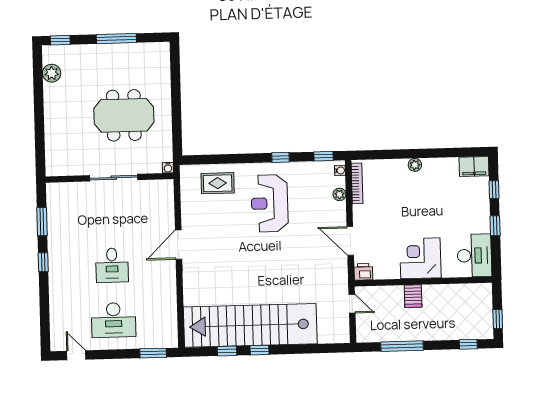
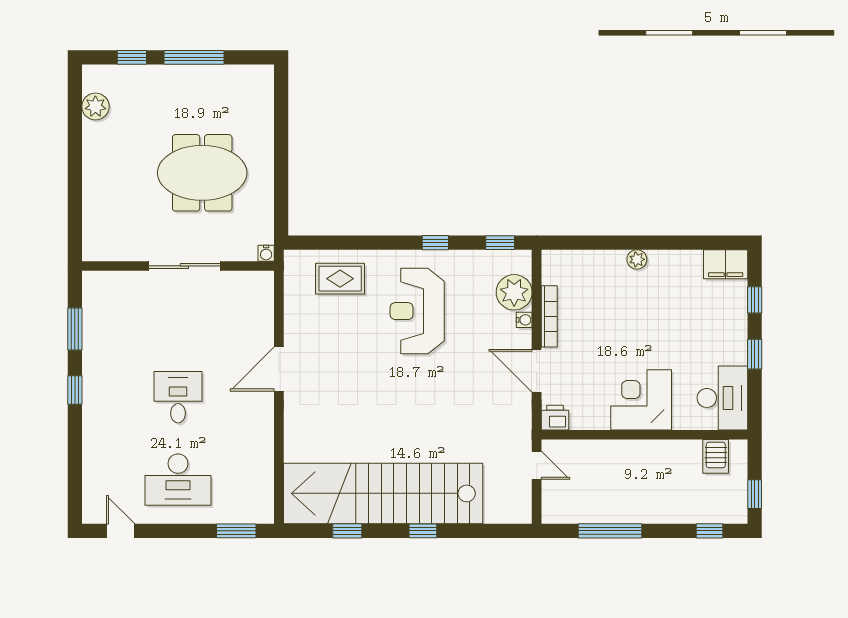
window: (60, 40) -> (132, 57), moved
water cooler: (340, 171) -> (524, 320), moved
bookcase: (357, 183) -> (549, 316), moved
plant: (339, 194) -> (514, 292), width x1.88, depth x1.88
desk: (112, 265) -> (178, 397), turned 180
server rack: (413, 296) -> (716, 456), moved
window: (260, 350) -> (423, 531), moved

